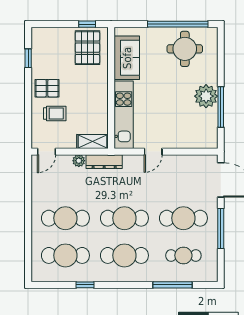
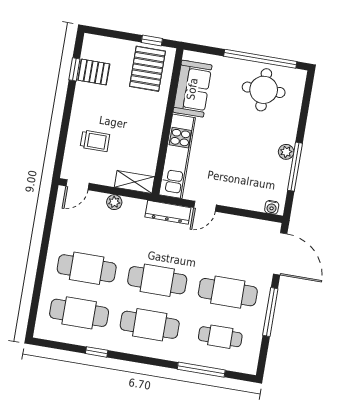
pallet: (47, 88) -> (94, 72), moved
plant: (206, 96) -> (286, 152), width x0.53, depth x0.53
water cooler: (207, 143) -> (272, 207), added
dresser: (104, 162) -> (168, 212), moved

